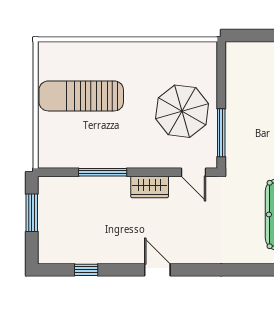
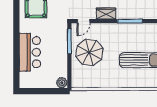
plant: (236, 52) -> (62, 83), added
door: (193, 172) -> (84, 21), swing flipped

